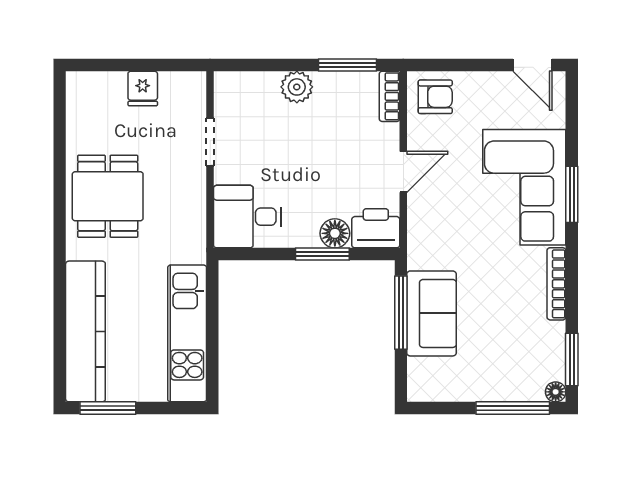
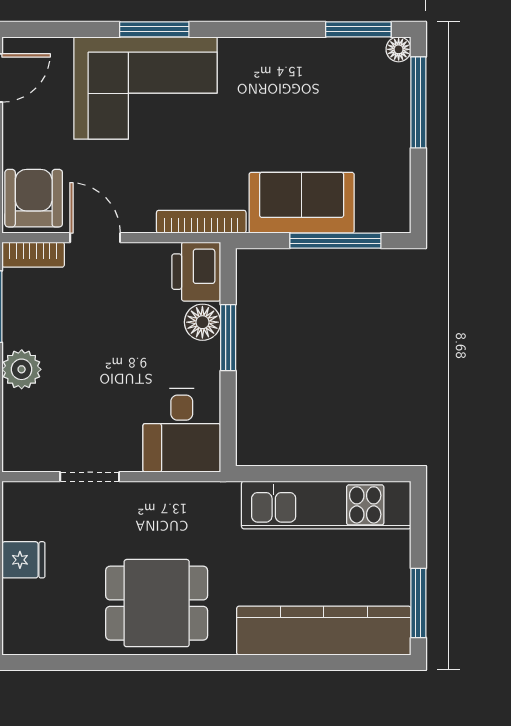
armchair: (435, 97) -> (34, 198), width x1.38, depth x1.38
door: (403, 172) -> (95, 238), moved
bookcase: (556, 284) -> (201, 222), moved, turned 180
window: (401, 313) -> (335, 241), moved

